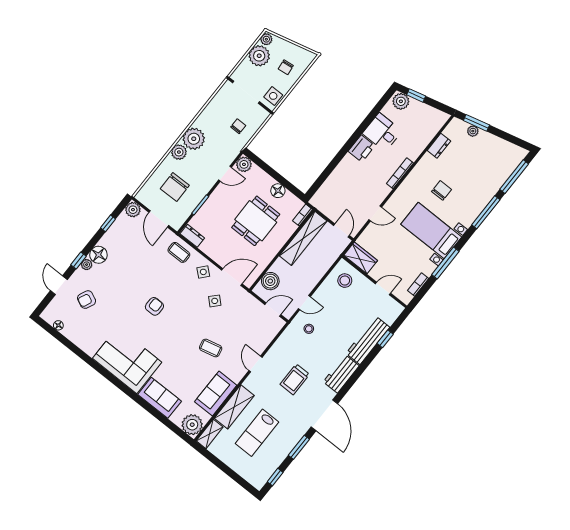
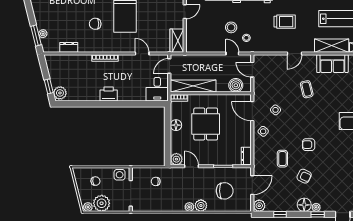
desk: (382, 132) -> (157, 89), moved
plant: (194, 139) -> (189, 207), width x0.53, depth x0.53
dining table: (256, 221) -> (206, 124), turned 90
coffee table: (179, 252) -> (282, 159), moved
stool: (345, 281) -> (231, 27), moved
door: (383, 288) -> (185, 12), swing flipped
armchair: (87, 300) -> (304, 176), moved

